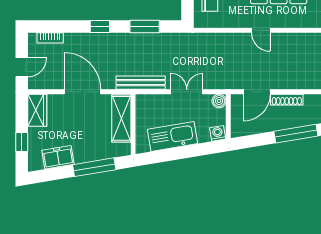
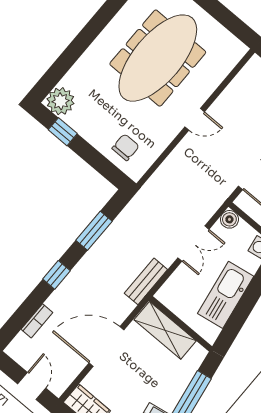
bookcase: (50, 38) -> (37, 321), moved
bench: (141, 83) -> (146, 281), width x0.73
double door: (187, 92) -> (193, 244), swing flipped

